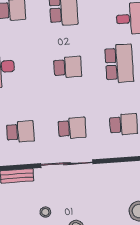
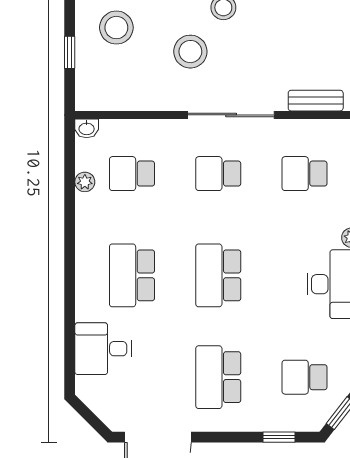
school desk: (68, 67) -> (218, 275), width x1.85
stool: (45, 212) -> (190, 52), moved, width x1.89, depth x1.89

